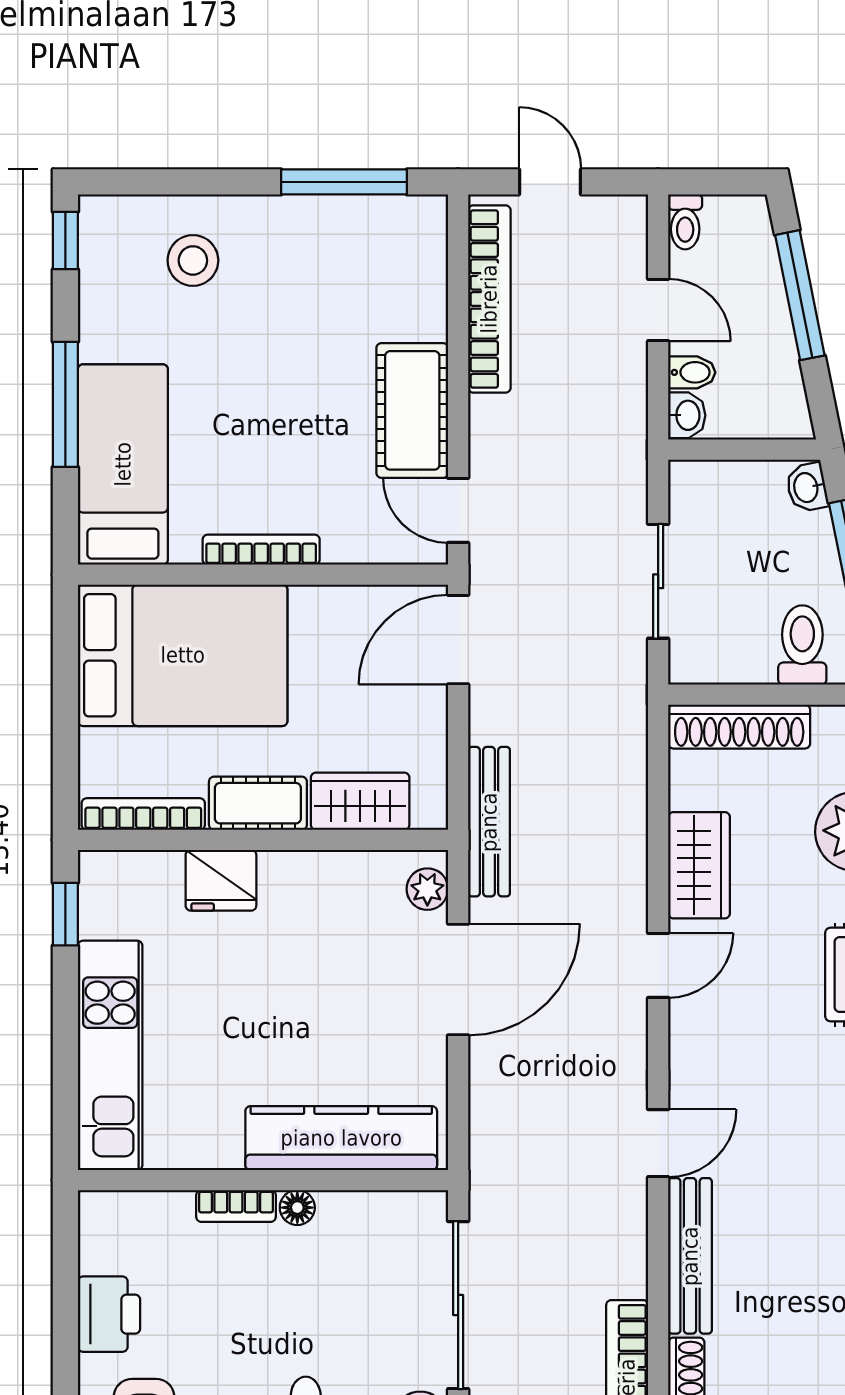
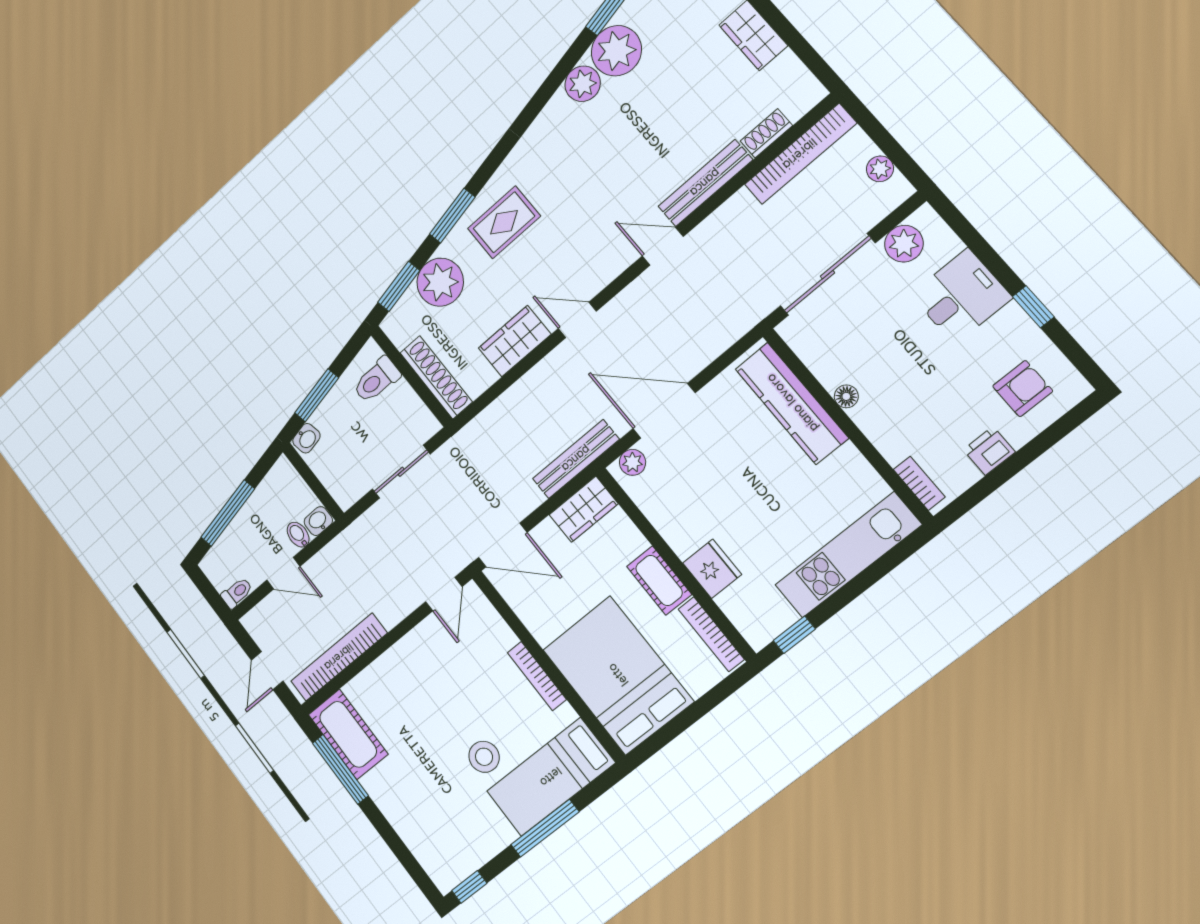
stool: (193, 260) -> (484, 757), moved
door: (658, 310) -> (283, 573), swing flipped
cot: (412, 410) -> (348, 734), moved, turned 90
wardrobe: (360, 801) -> (584, 509), moved, turned -90
bookcase: (236, 1206) -> (919, 483), moved
printer: (109, 1314) -> (989, 451), width x0.73, depth x0.81

